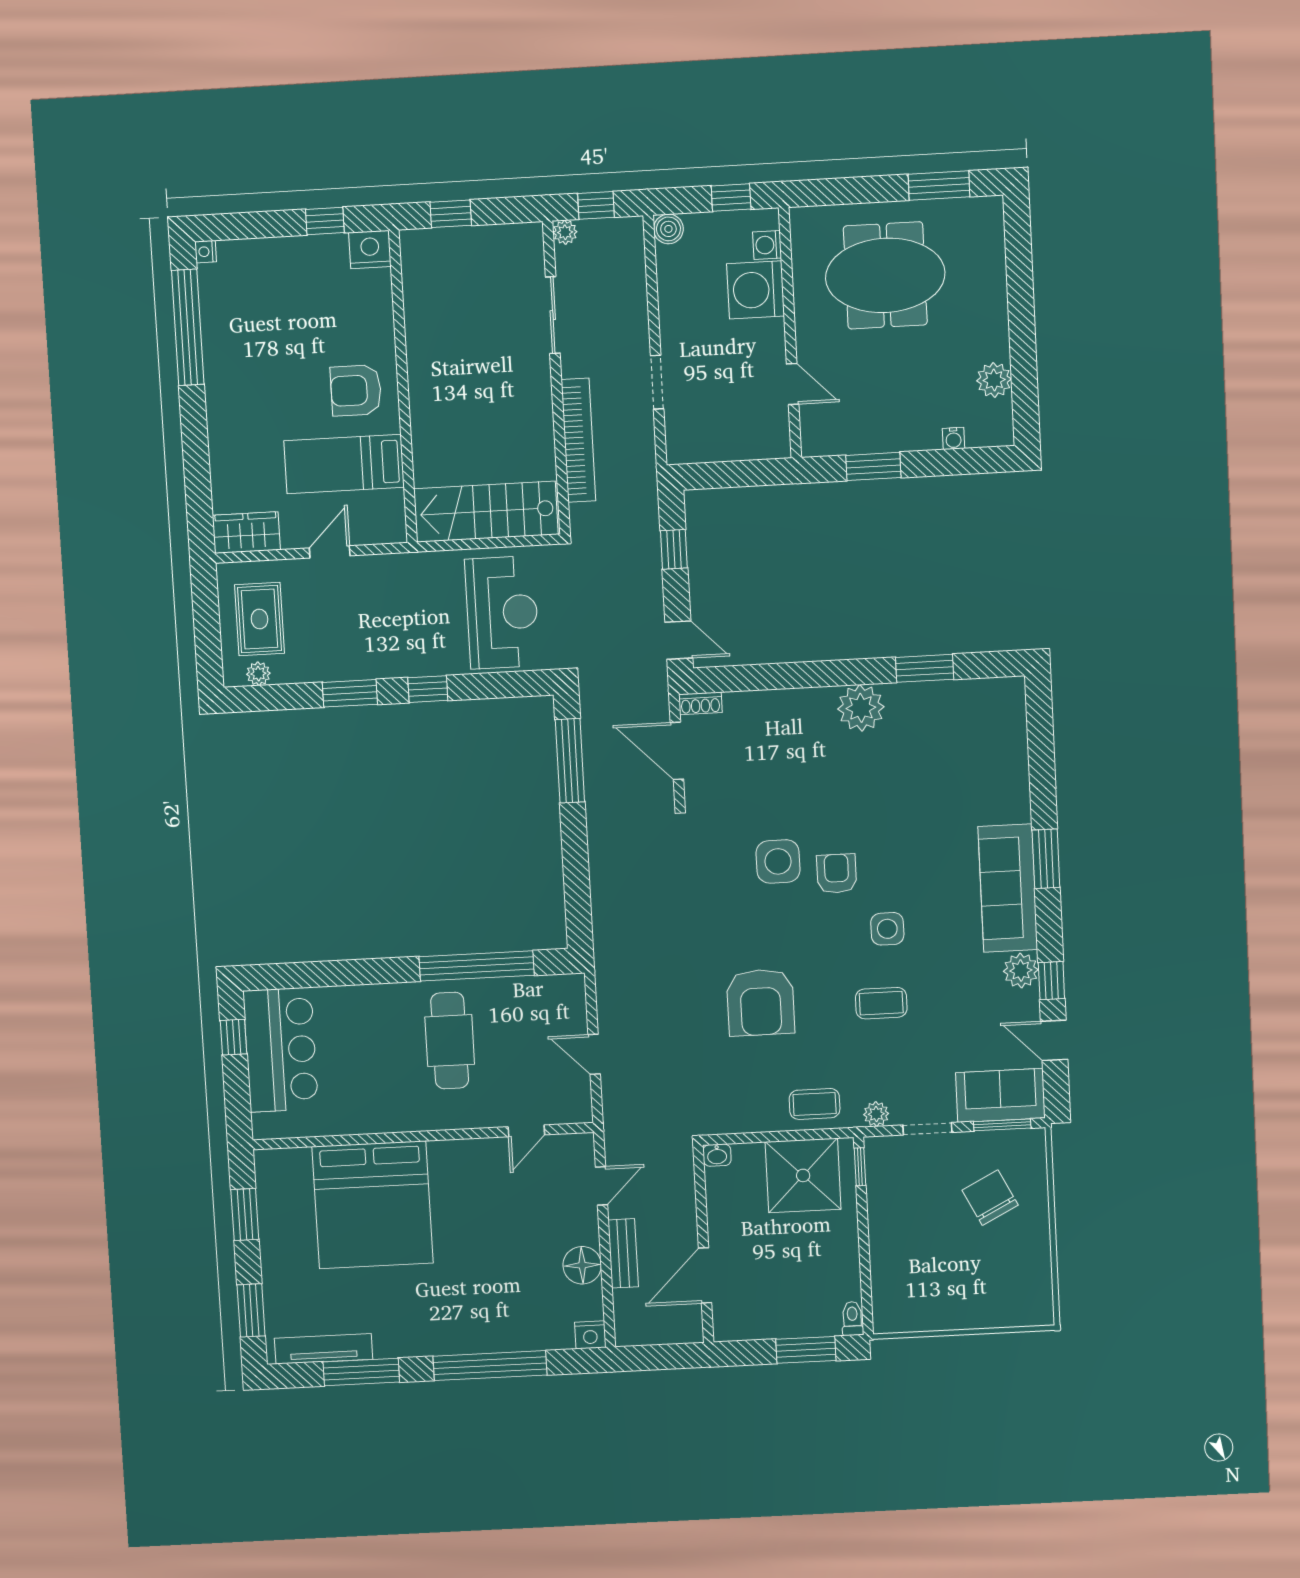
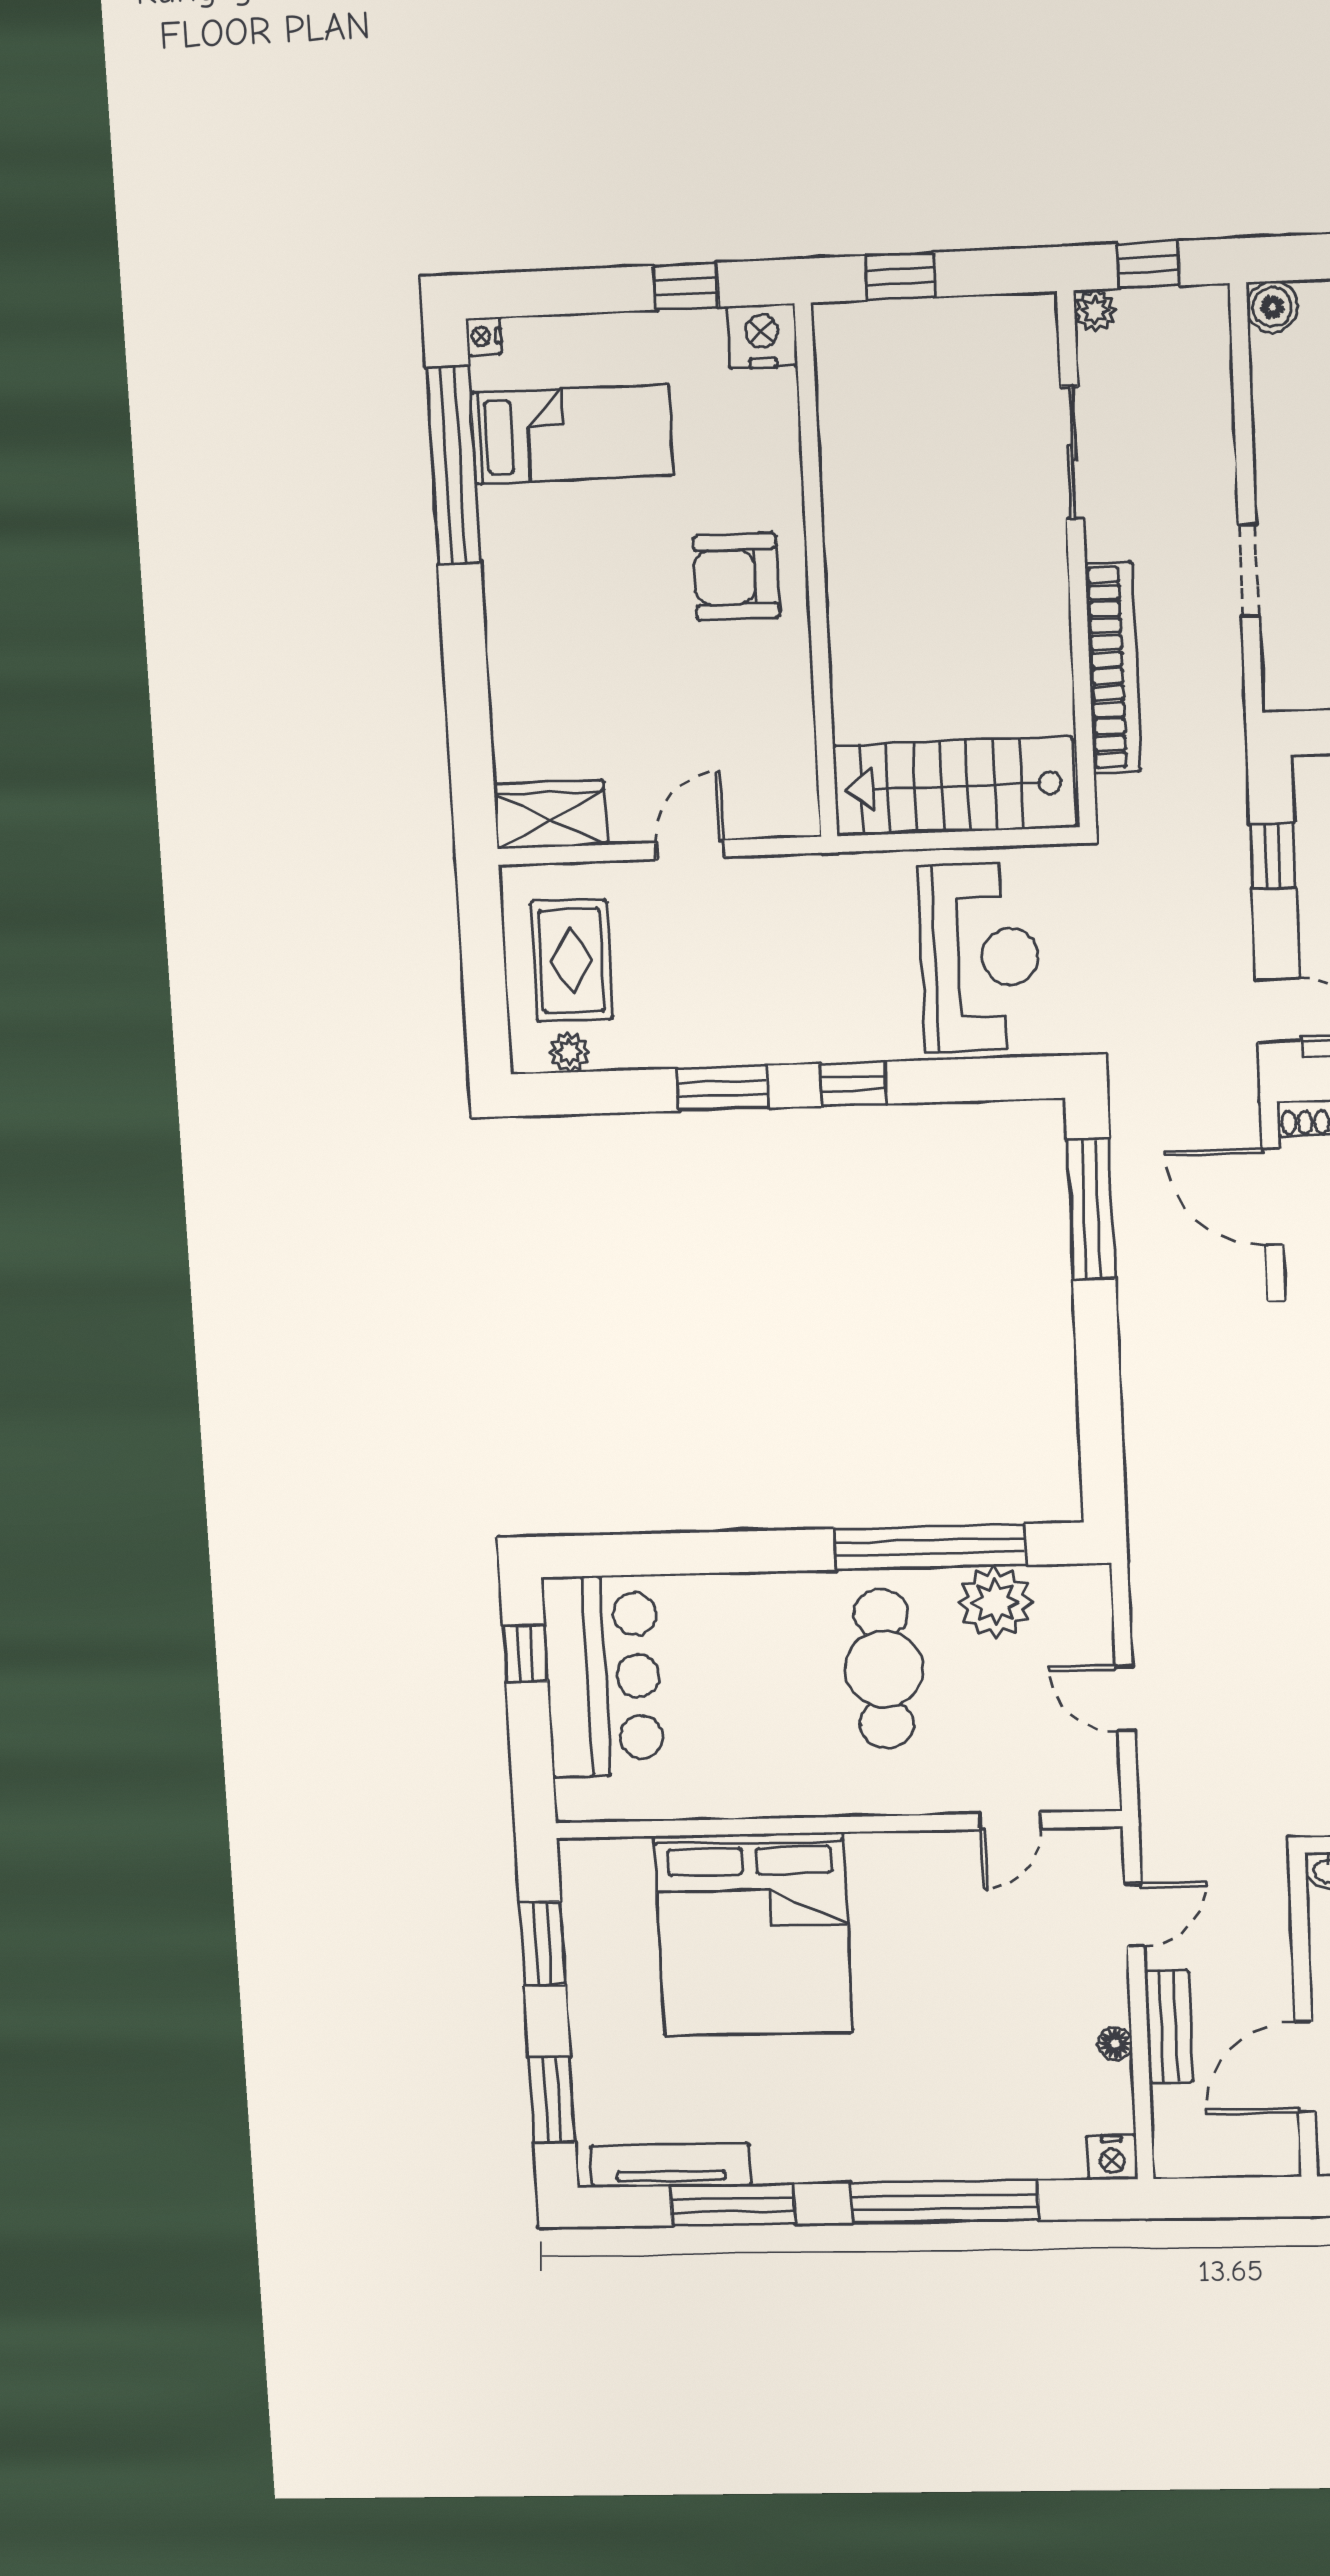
bed: (344, 464) -> (572, 434), moved, turned 180
plant: (516, 998) -> (995, 1602), added
floor lamp: (582, 1265) -> (1115, 2043), width x0.53, depth x0.53

